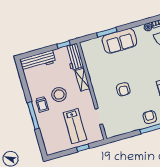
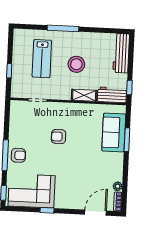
sofa: (120, 41) -> (114, 133), moved
trolley: (42, 104) -> (72, 42), removed
lab bench: (75, 126) -> (42, 59), moved, turned -90

